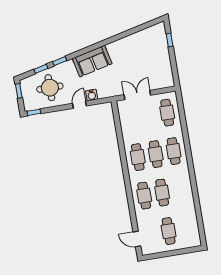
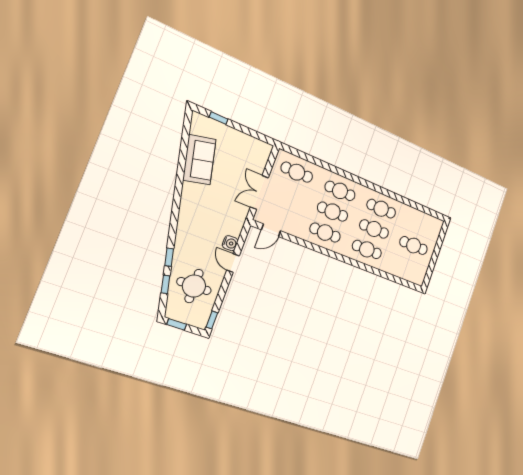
sofa: (92, 61) -> (199, 160), moved
cafe table: (180, 190) -> (381, 209), added
door: (137, 239) -> (271, 230), moved

